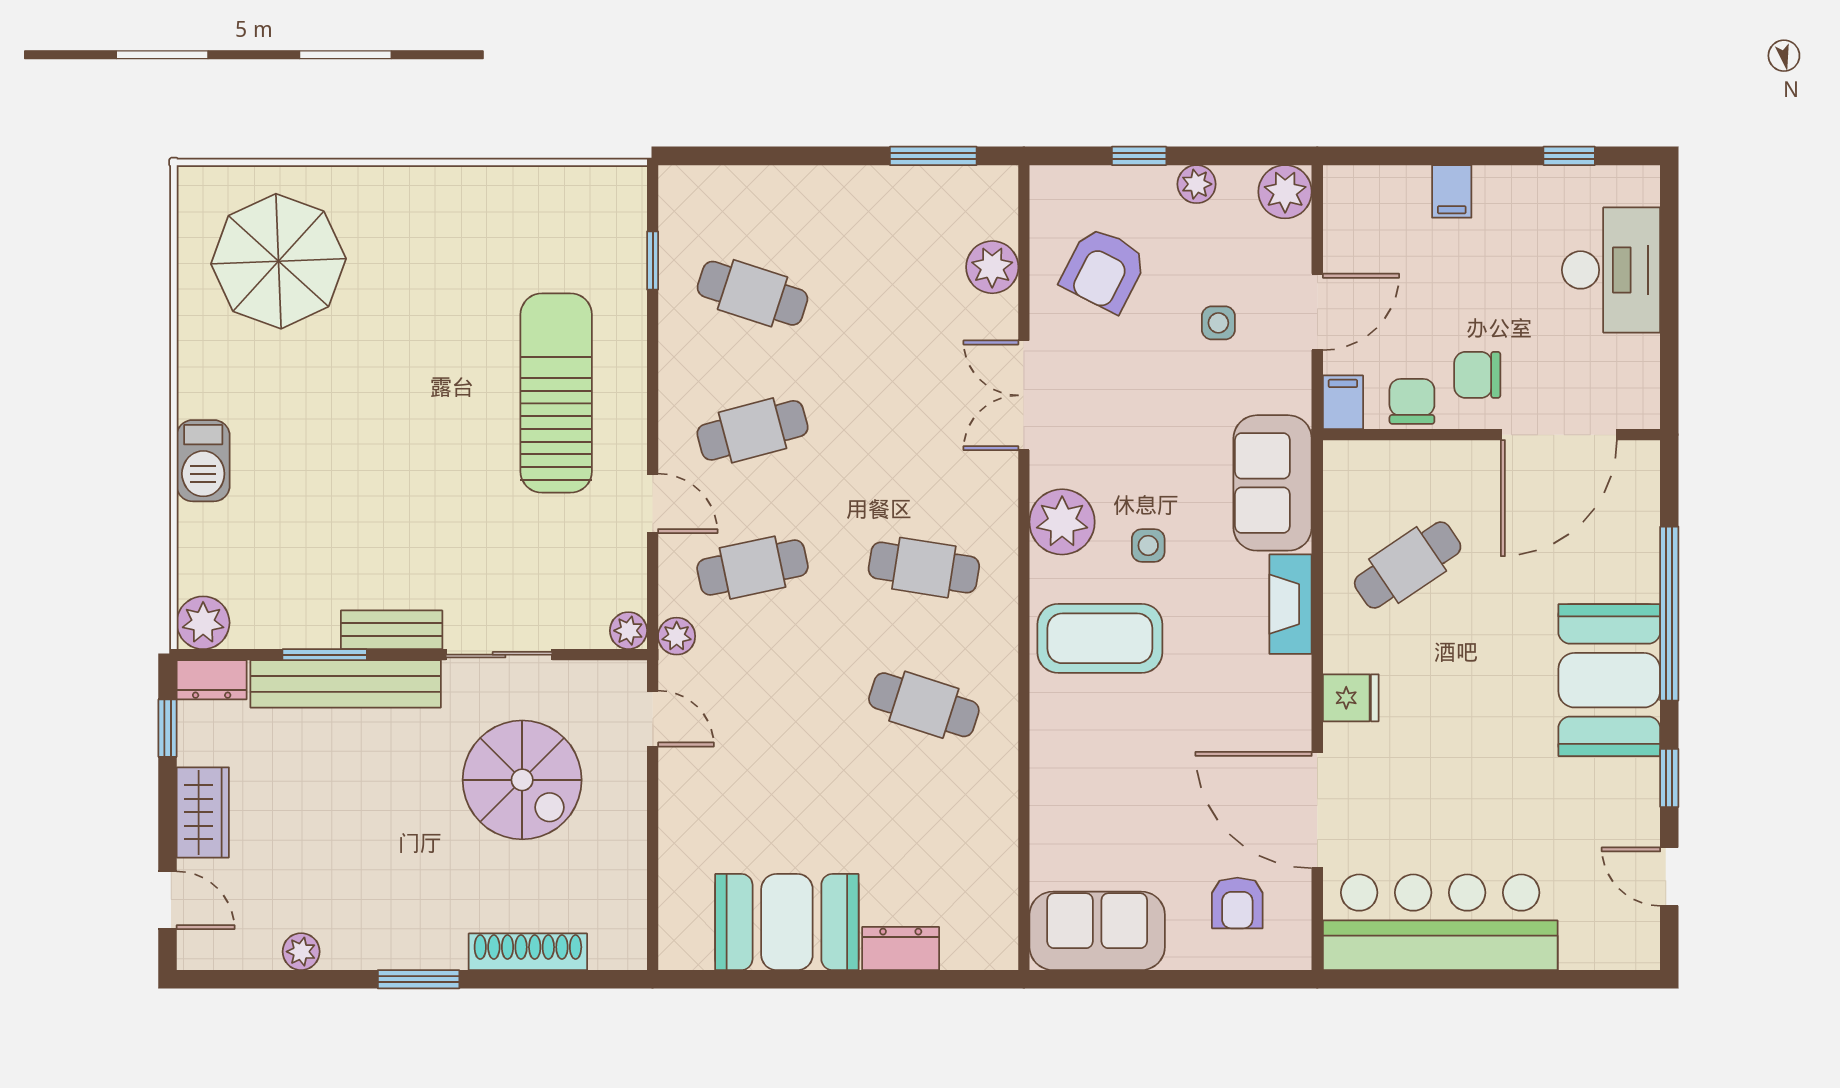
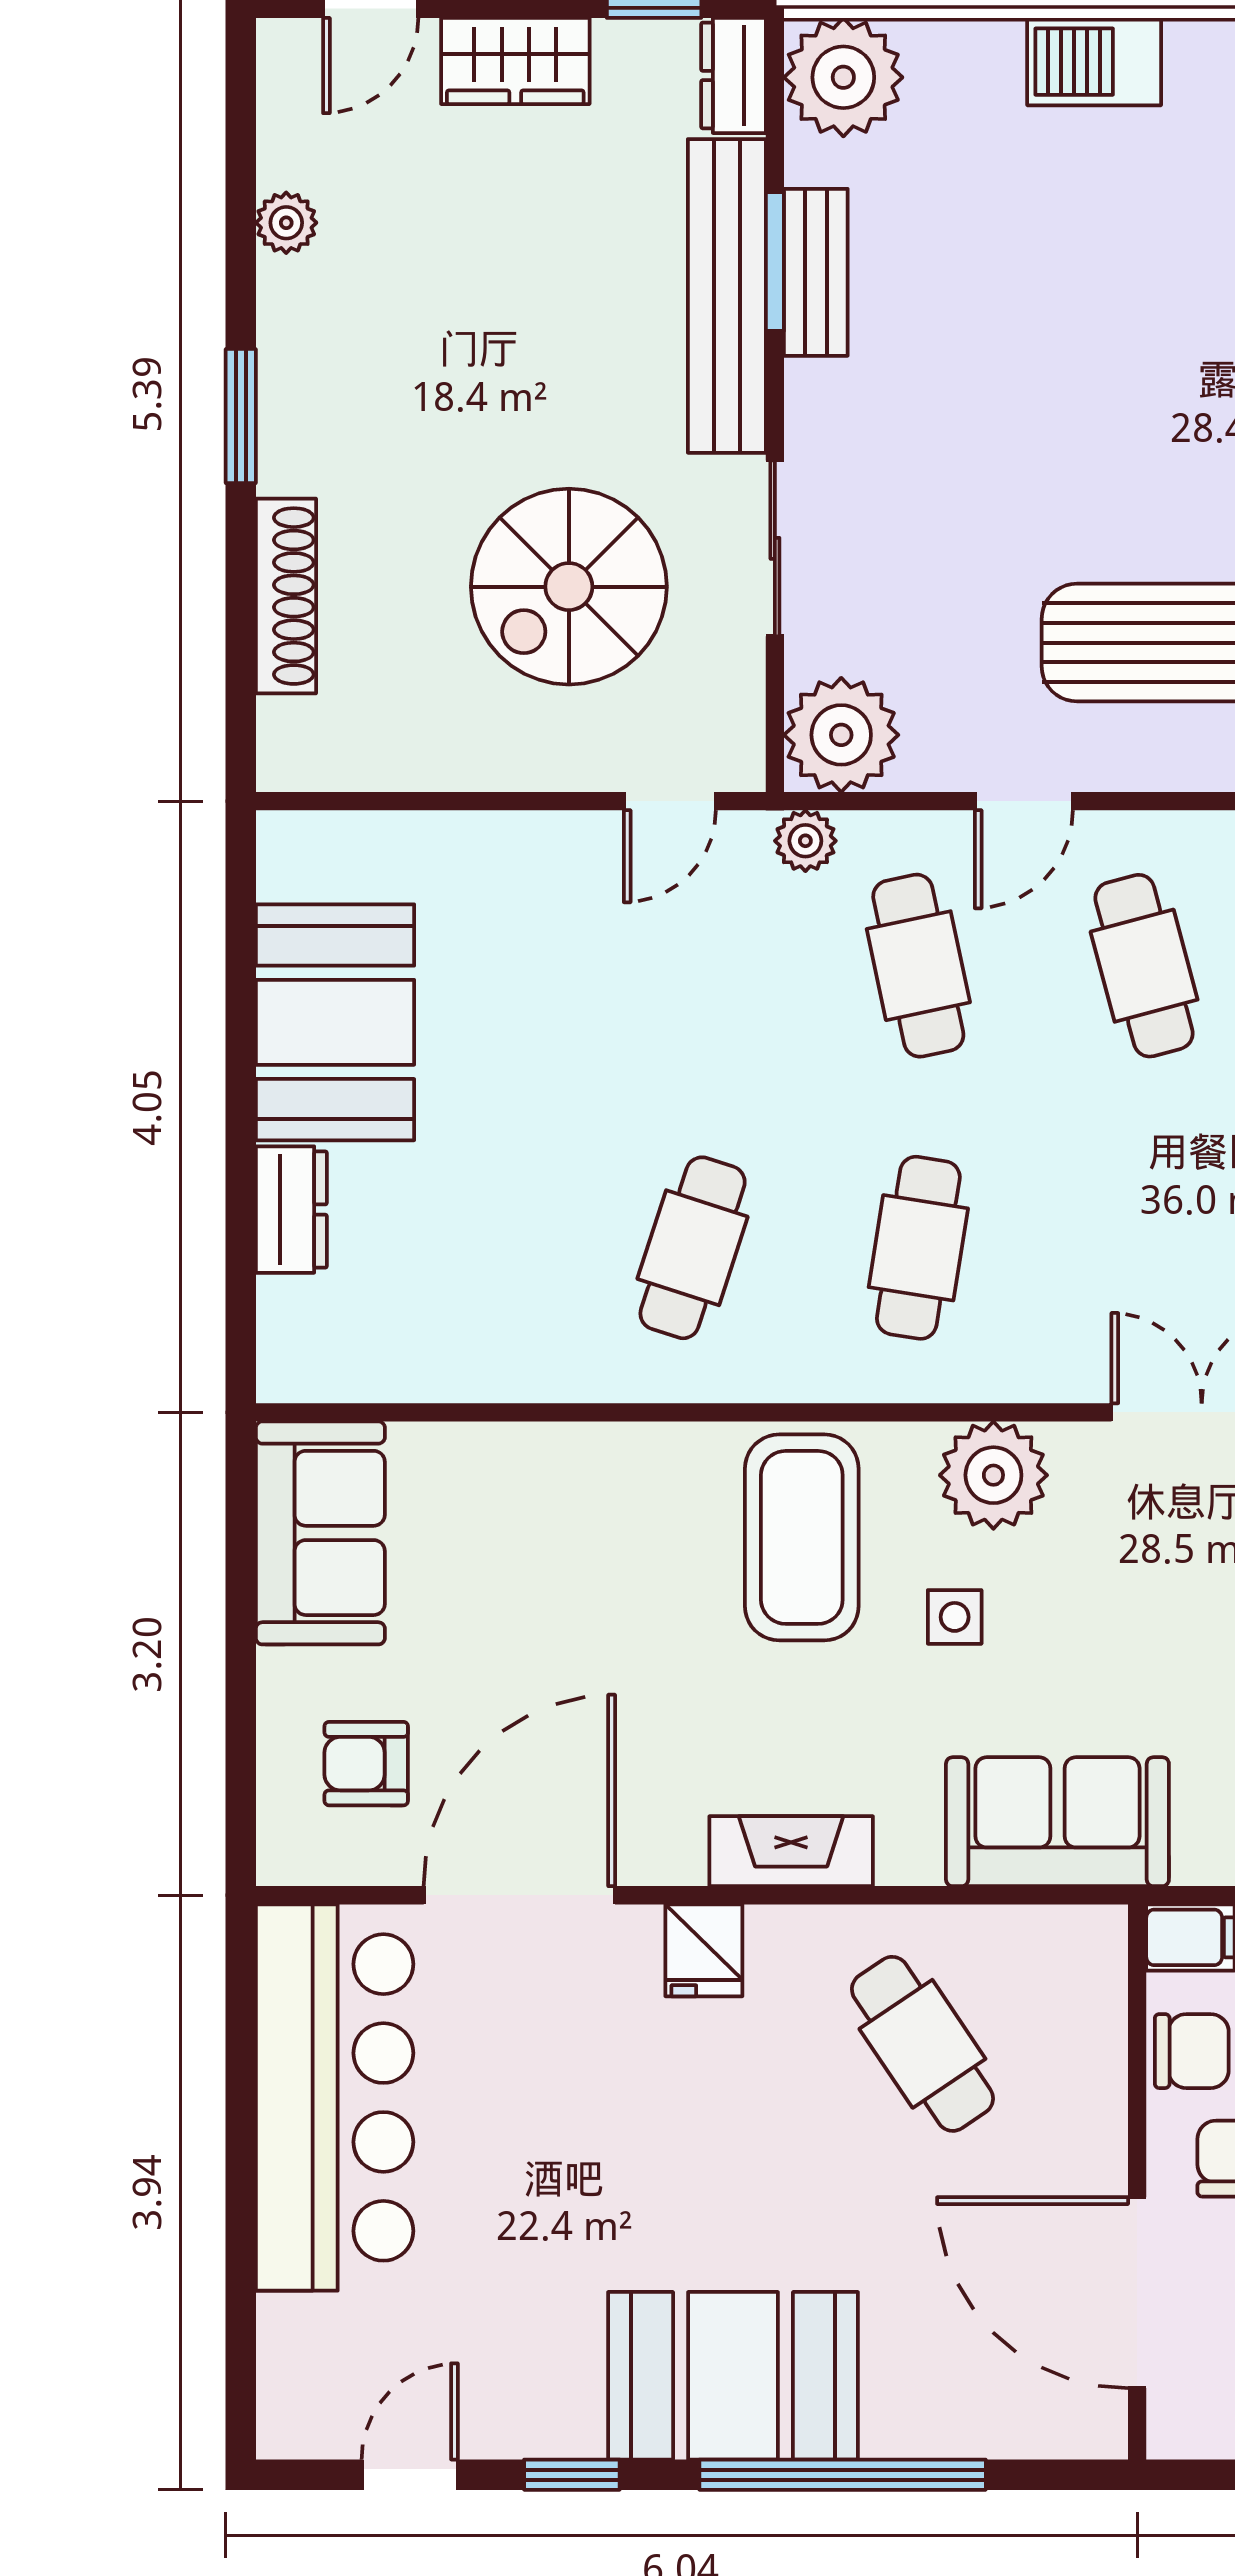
fireplace: (1291, 604) -> (791, 1851), moved
plant: (203, 623) -> (843, 77), width x1.36, depth x1.36
bench: (392, 630) -> (816, 272), moved
plant: (628, 631) -> (841, 735), width x1.87, depth x1.87

